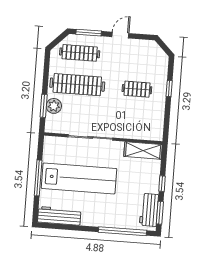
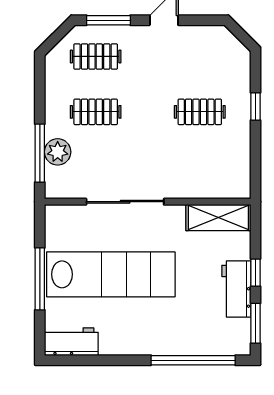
clothes rail: (80, 53) -> (96, 56), width x0.73
clothes rail: (77, 85) -> (96, 112), width x0.54, depth x0.76
window: (44, 106) -> (40, 153), width x1.44
workbench: (149, 210) -> (236, 289), moved
workbench: (59, 216) -> (71, 342), width x0.73

